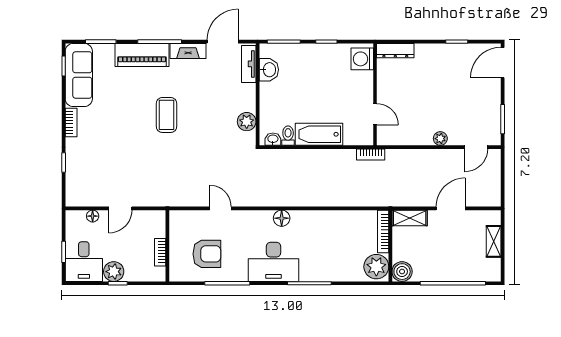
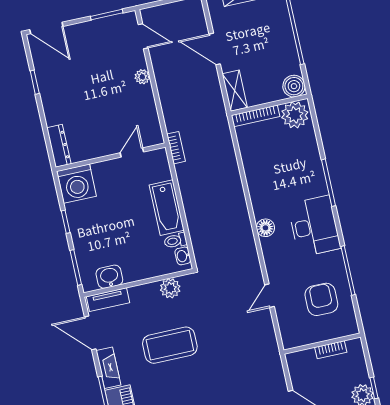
washing machine: (362, 59) -> (77, 184), width x1.37, depth x1.37
coffee table: (166, 115) -> (170, 345), moved, width x1.36, depth x1.32

